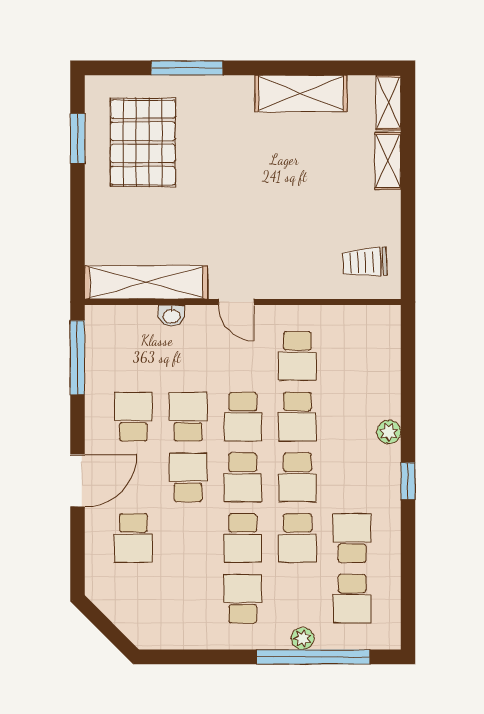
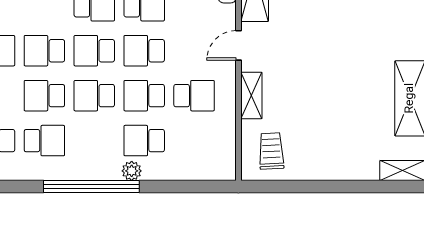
shelving: (388, 161) -> (251, 95), moved, turned 90
school desk: (297, 356) -> (194, 96), turned 180
school desk: (352, 417) -> (144, 141), added
window: (408, 481) -> (91, 187), width x3.17

